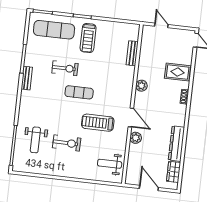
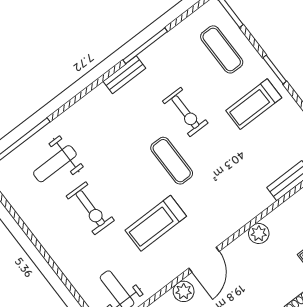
exercise mat: (54, 30) -> (222, 49), width x0.73, depth x0.69
treadmill: (98, 123) -> (156, 223), turned -90

